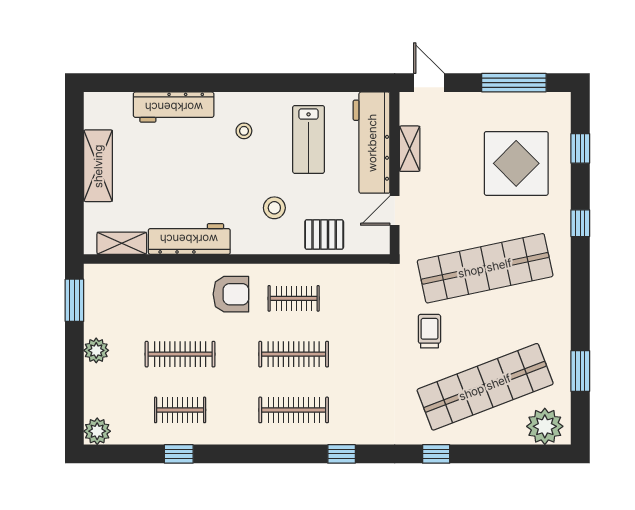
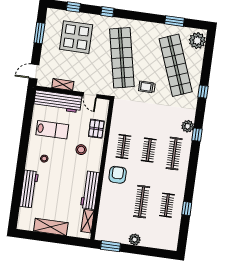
window: (514, 83) -> (39, 33), width x0.69
clothes rail: (294, 354) -> (149, 150), width x0.73
plant: (97, 431) -> (188, 126), moved

